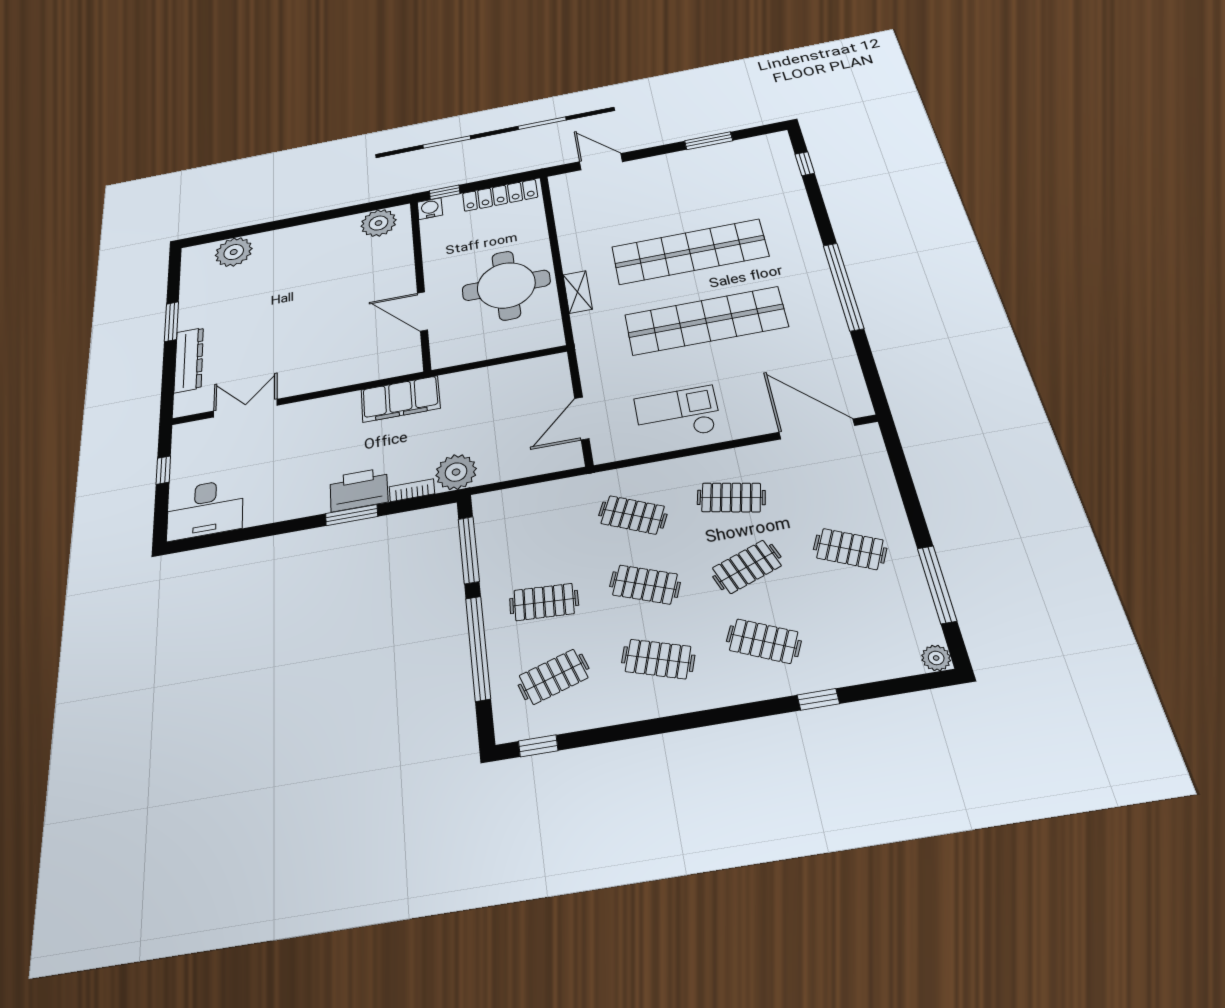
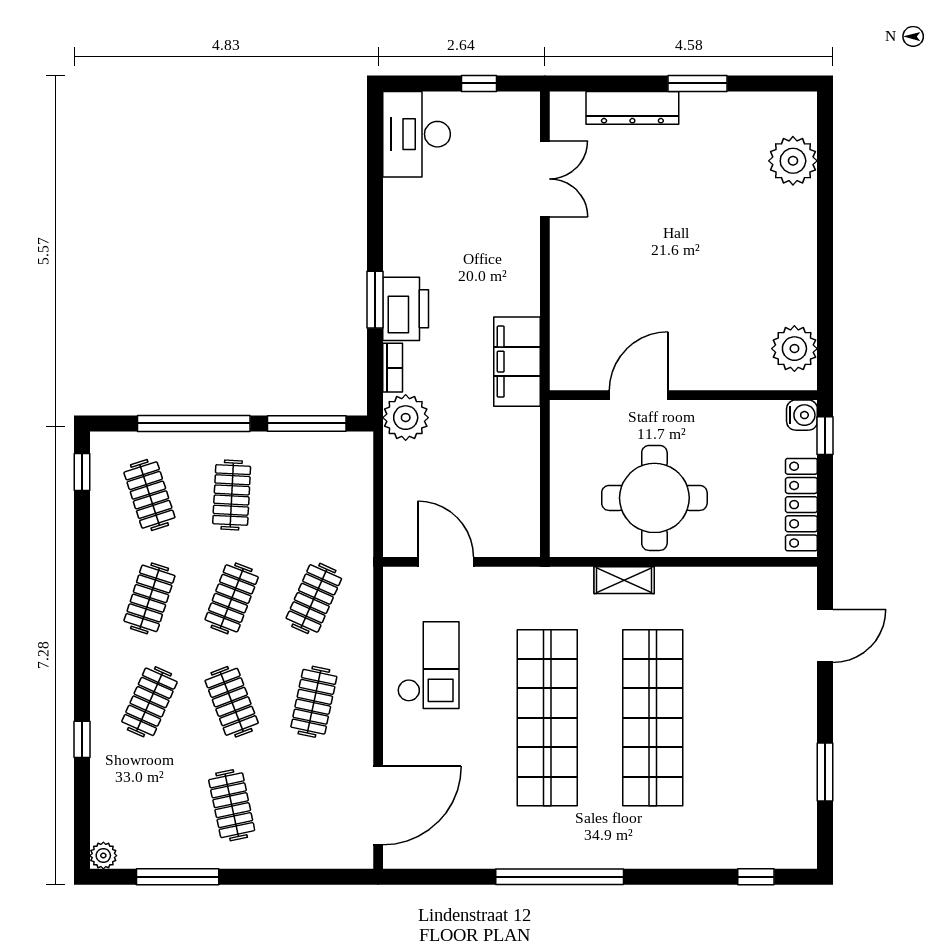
clothes rail: (850, 549) -> (232, 805), turned -36

